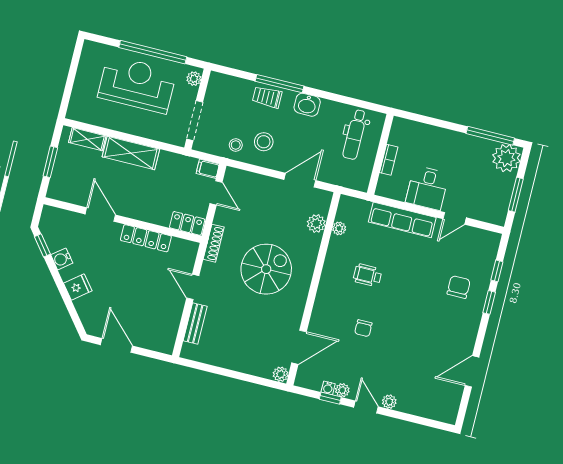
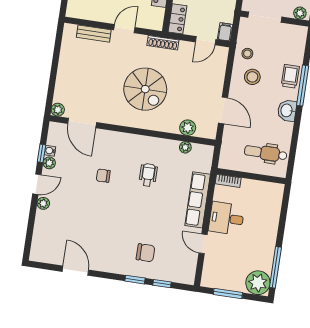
bookcase: (389, 160) -> (228, 181), moved

